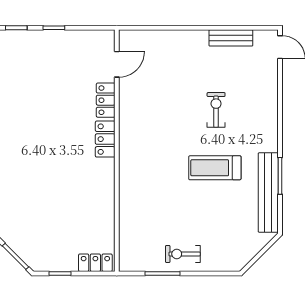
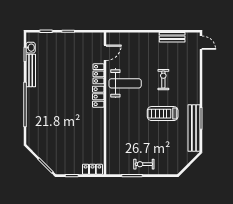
weight bench: (151, 116) -> (125, 83), added

